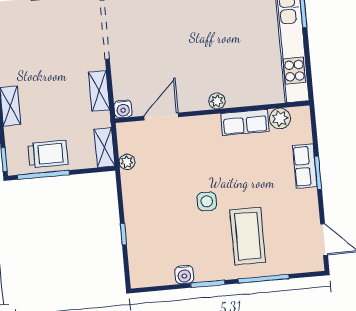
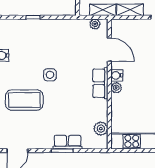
water cooler: (123, 109) -> (117, 75), moved
row of seats: (245, 122) -> (100, 83), moved
shelving: (104, 148) -> (103, 10), moved
plant: (127, 162) -> (95, 24), moved

